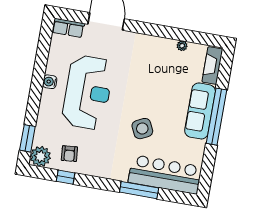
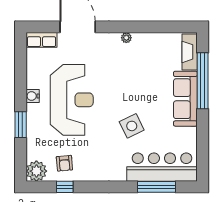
plant: (182, 46) -> (126, 38), moved
window: (217, 117) -> (203, 81), moved
window: (27, 138) -> (21, 125), moved
window: (139, 190) -> (156, 187), moved

